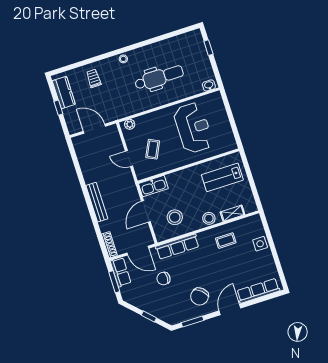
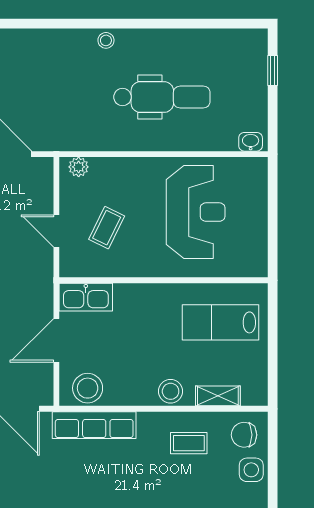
trolley: (94, 78) -> (39, 59), removed
stool: (175, 217) -> (88, 388), moved
chair: (163, 279) -> (244, 435), moved

